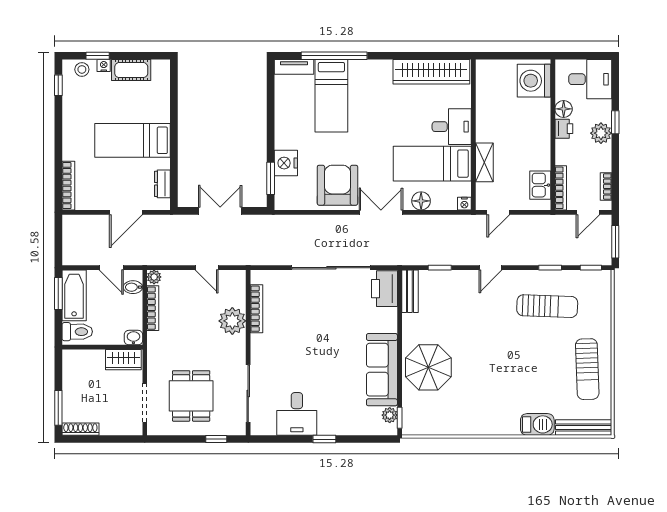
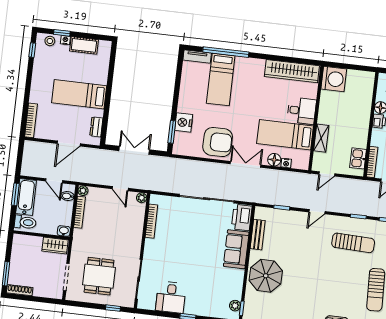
washing machine: (534, 81) -> (334, 79), moved, turned 180
armchair: (337, 185) -> (218, 142), turned 90
nightstand: (464, 204) -> (286, 163), moved
bench: (410, 291) -> (258, 235), moved
plant: (232, 321) -> (142, 198), moved, width x0.53, depth x0.53
sofa: (382, 370) -> (236, 249), moved, width x0.73

